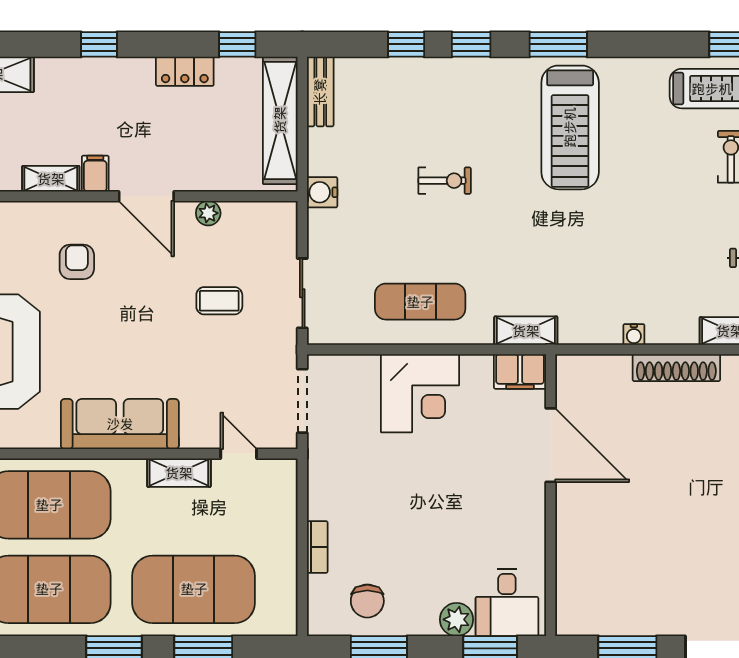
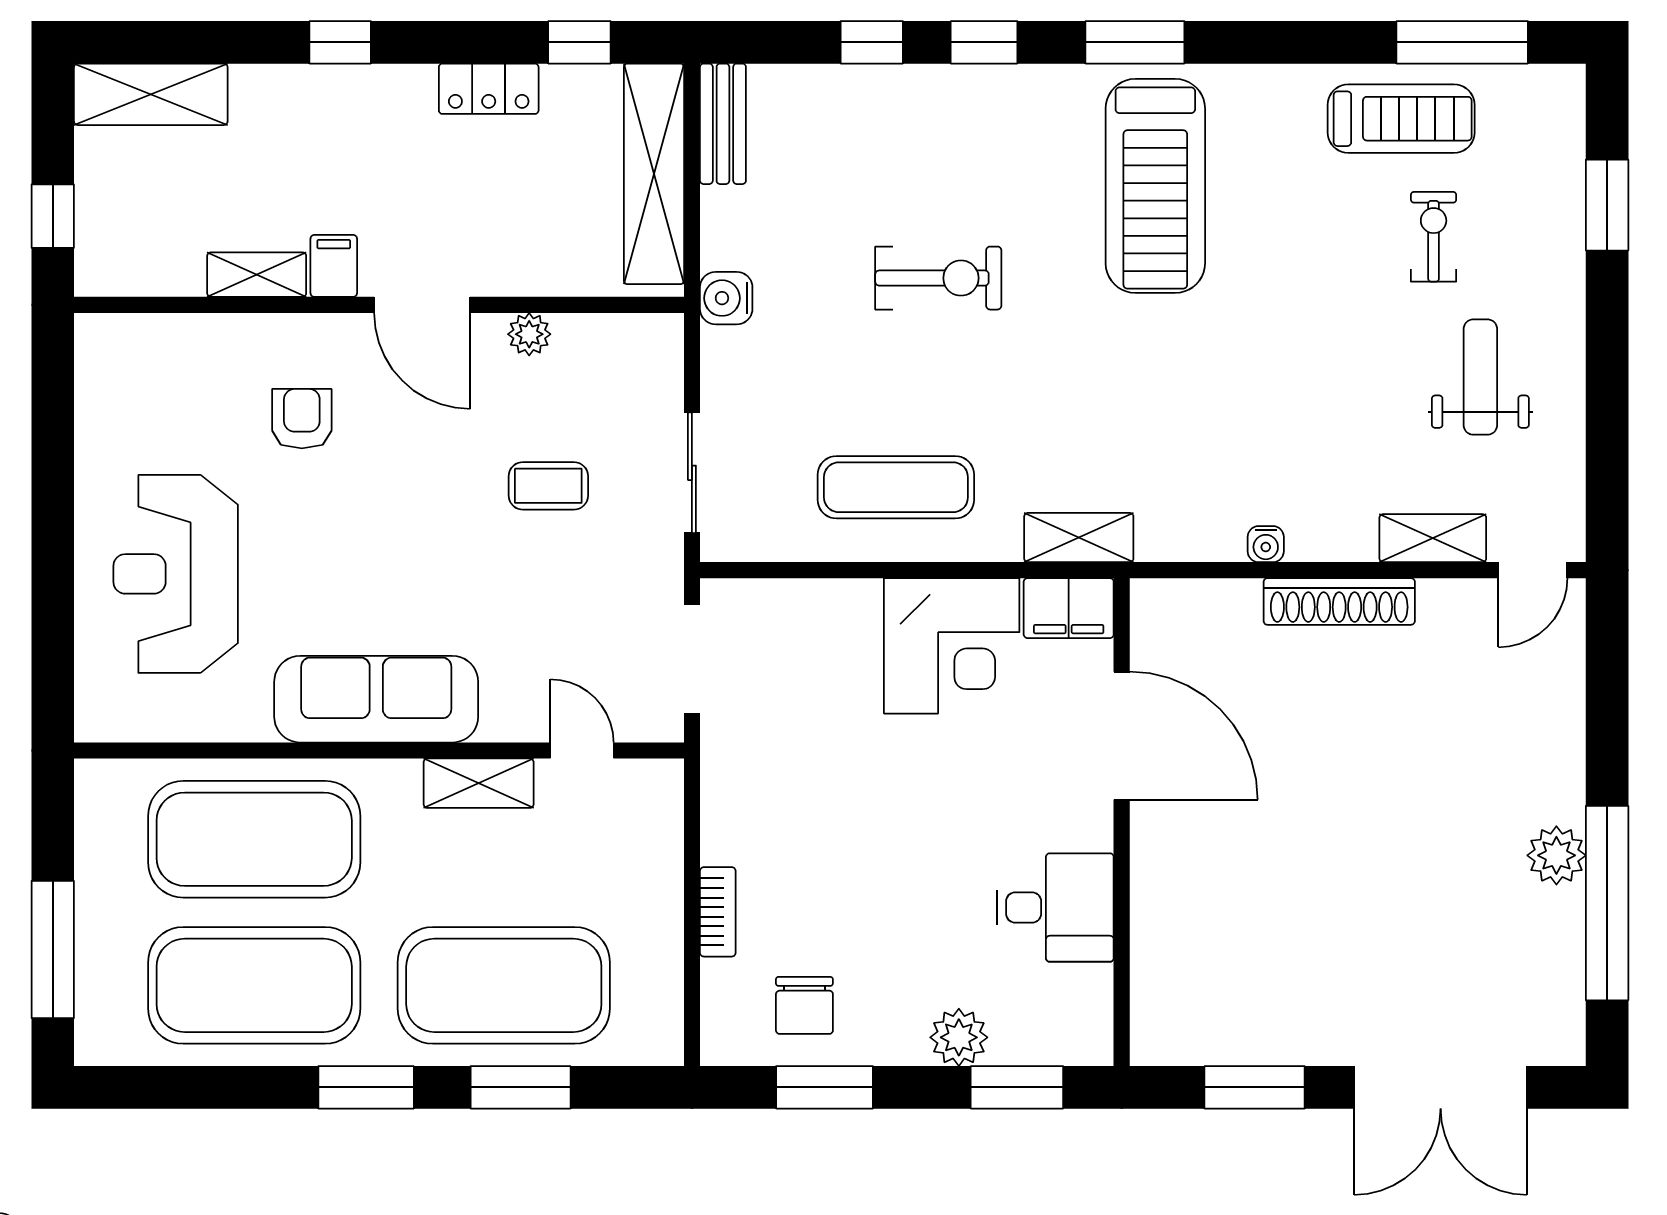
exercise bike: (445, 181) -> (938, 278), width x1.38, depth x1.39
corner desk: (420, 393) -> (952, 646), moved
desk: (507, 602) -> (1055, 907), moved, turned -90

